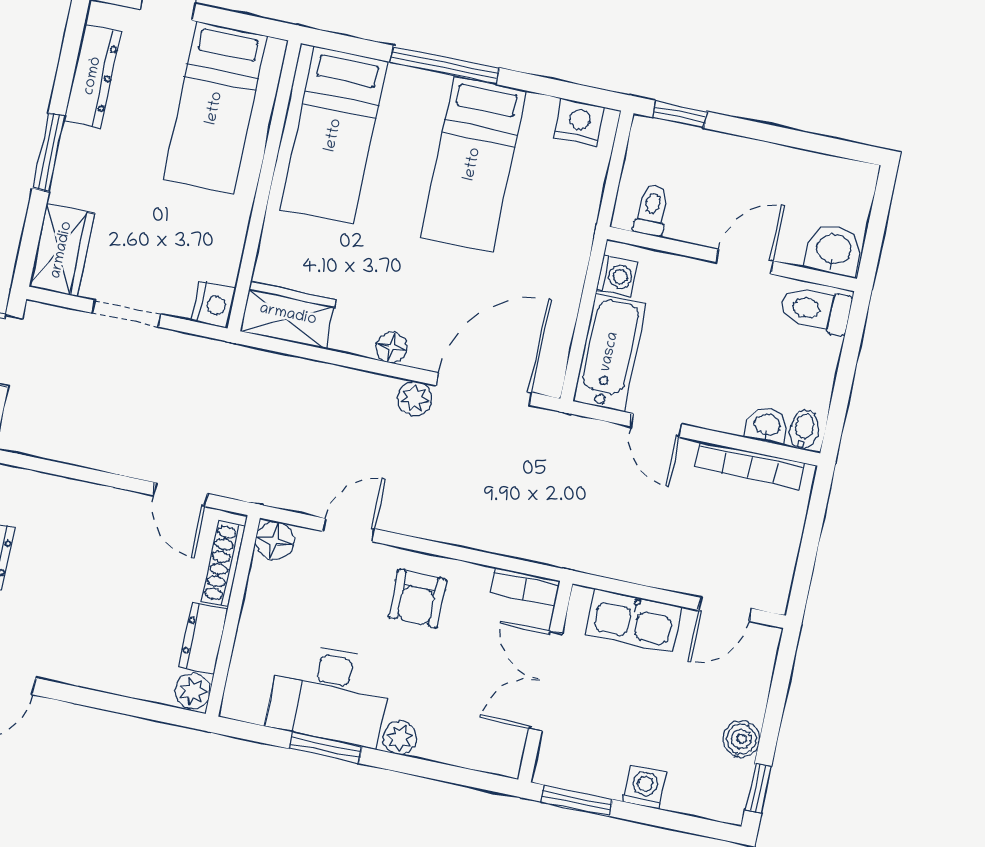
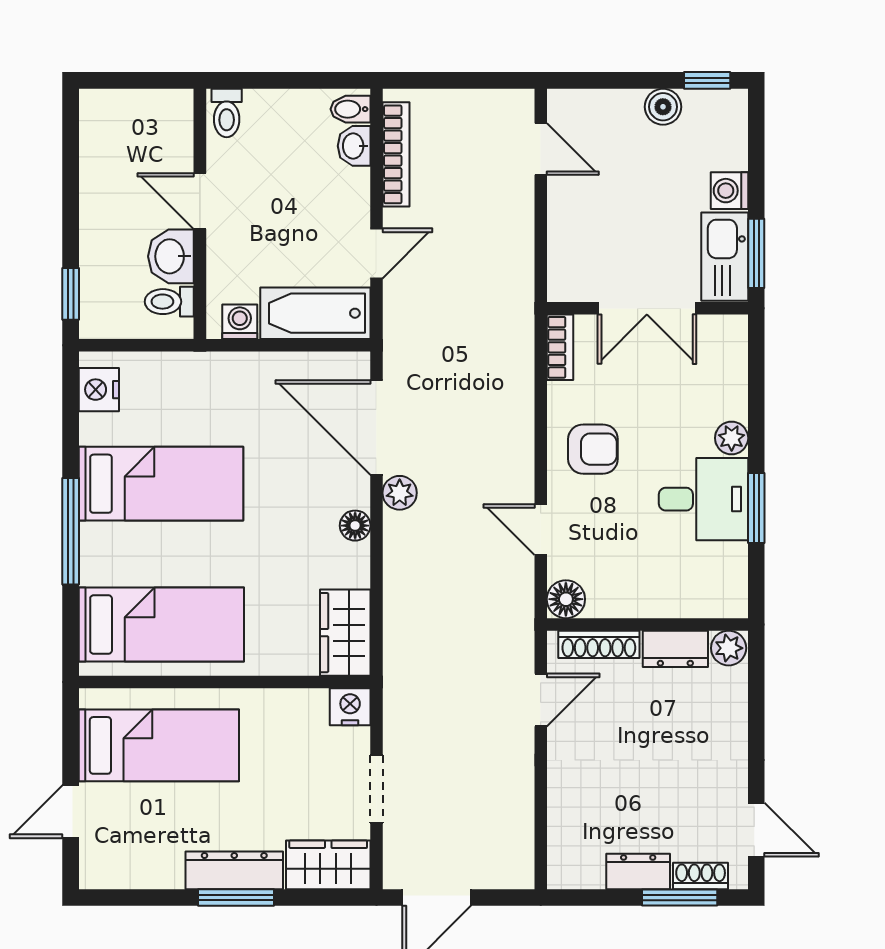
dresser: (93, 76) -> (234, 870), moved
washbasin: (834, 251) -> (171, 256), moved
toilet: (816, 310) -> (227, 113), width x0.73, depth x0.72
kitchen sink: (633, 620) -> (725, 257), moved, turned 180
desk: (330, 694) -> (704, 499), width x0.73

